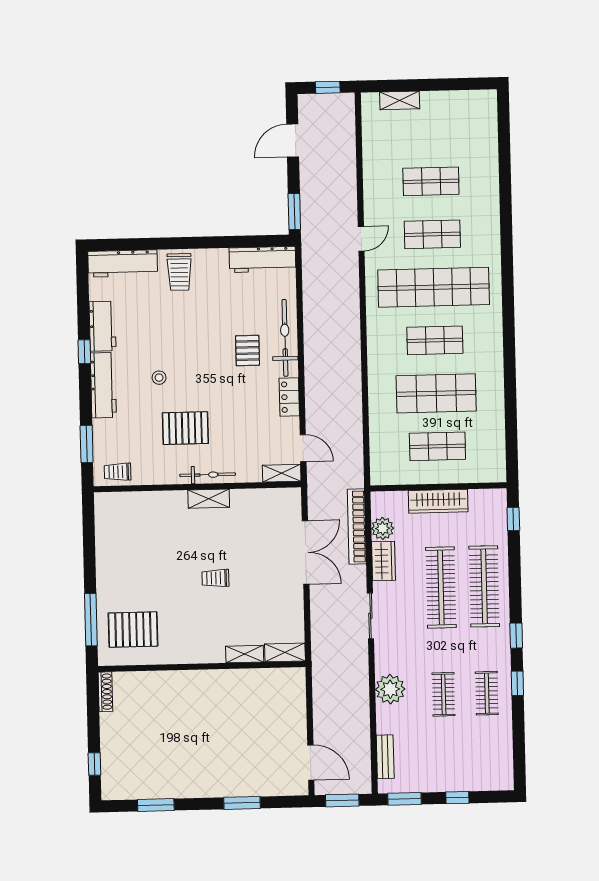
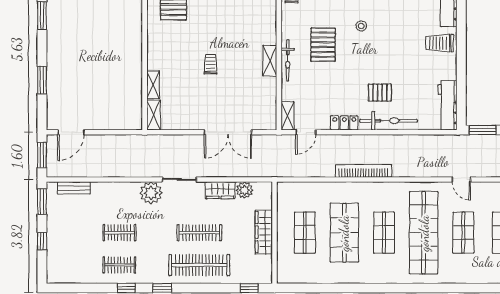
bookcase: (357, 527) -> (364, 171), moved
clothes rail: (441, 587) -> (199, 233), width x0.73, depth x0.76
plant: (390, 689) -> (151, 193), moved

